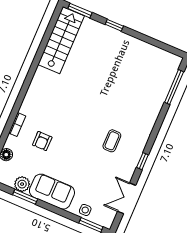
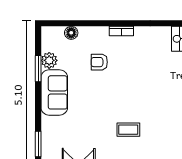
bookcase: (17, 125) -> (121, 31), moved
side table: (85, 210) -> (50, 132), removed

